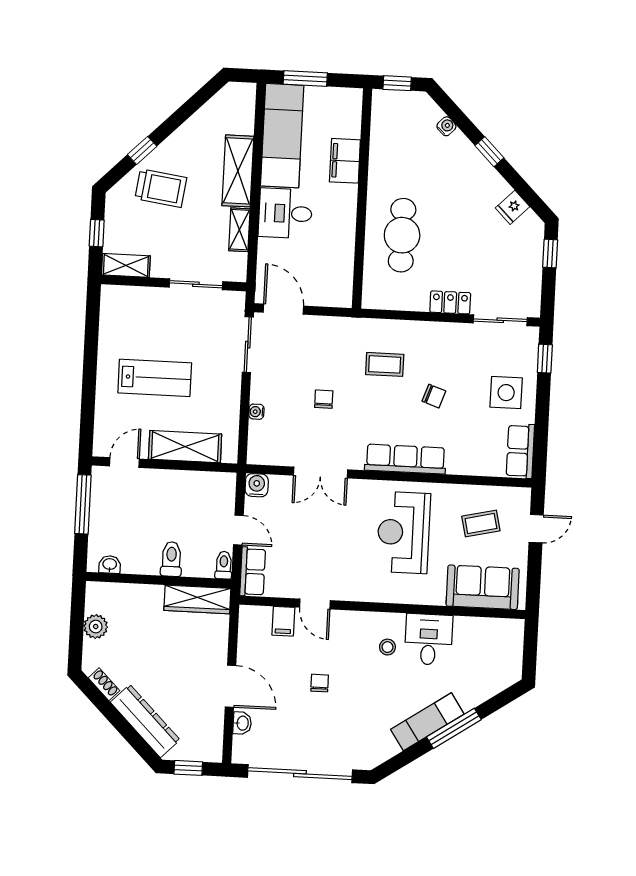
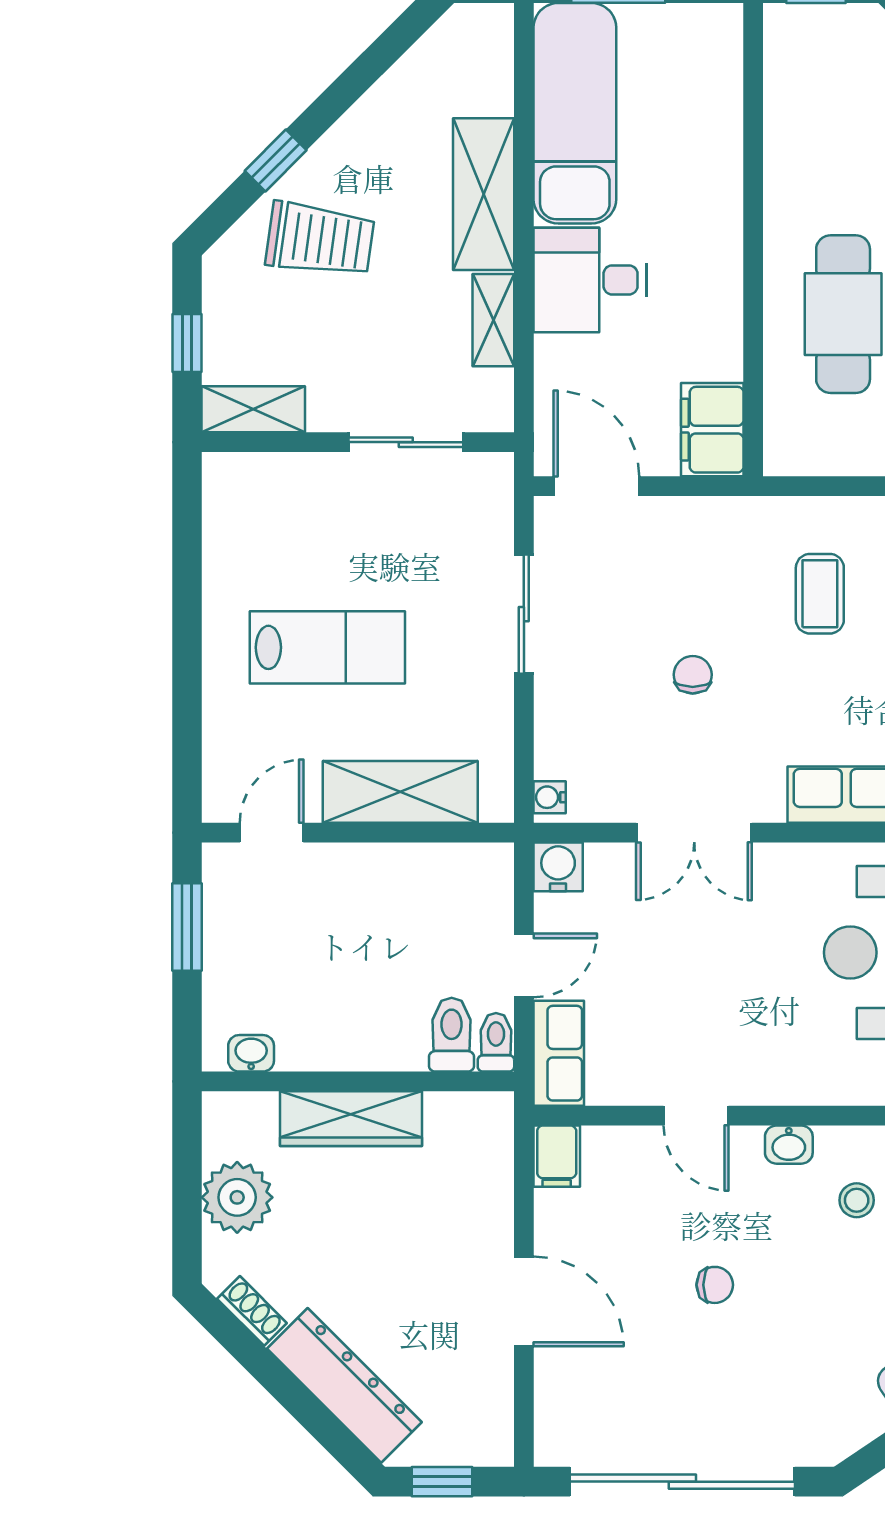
filing cabinet: (345, 161) -> (712, 430), moved
sliding door: (248, 345) -> (524, 614), moved
coffee table: (385, 364) -> (820, 594), turned 90
water cooler: (256, 412) -> (550, 797), moved
window: (83, 504) -> (187, 927), width x0.69
door: (238, 530) -> (524, 965), hinge flipped
toilet: (171, 559) -> (452, 1035), moved
wardrobe: (197, 599) -> (351, 1119), moved
filing cabinet: (283, 621) -> (557, 1156), moved
plant: (96, 627) -> (237, 1197), width x1.36, depth x1.36
chair: (320, 683) -> (715, 1285), turned 90
washbasin: (242, 723) -> (789, 1145), moved, turned 90

